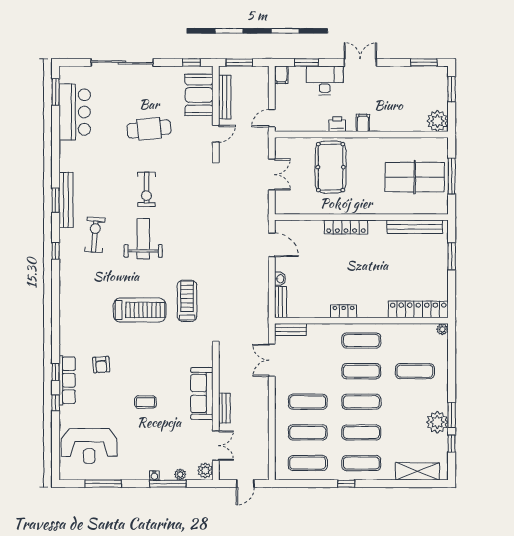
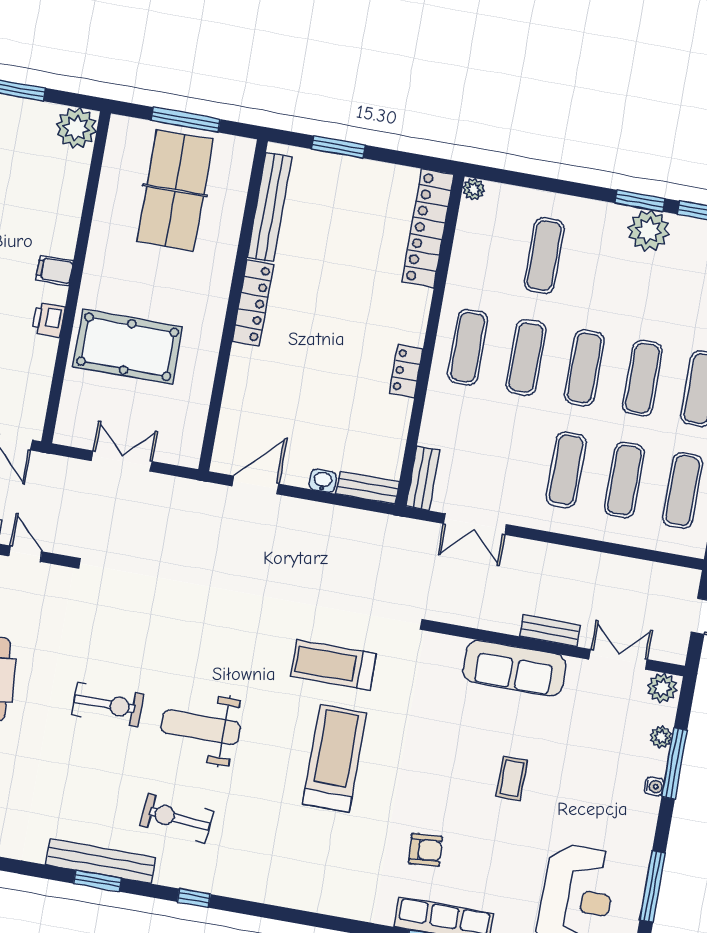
locker: (346, 227) -> (253, 303), moved

